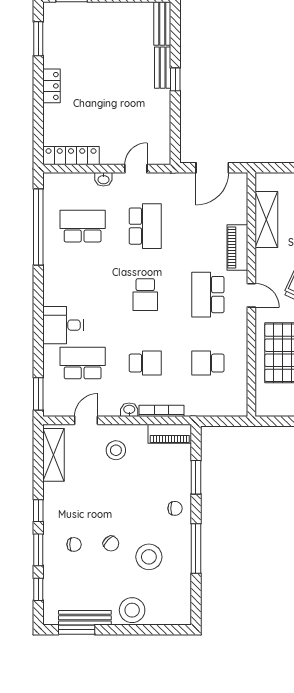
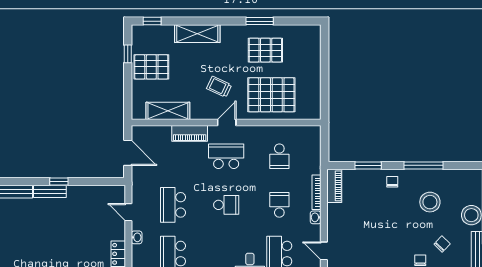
school desk: (145, 226) -> (173, 205), turned -90
school desk: (208, 295) -> (226, 156), turned 180
stool: (116, 450) -> (347, 228), removed
chair: (111, 544) -> (442, 244), moved

